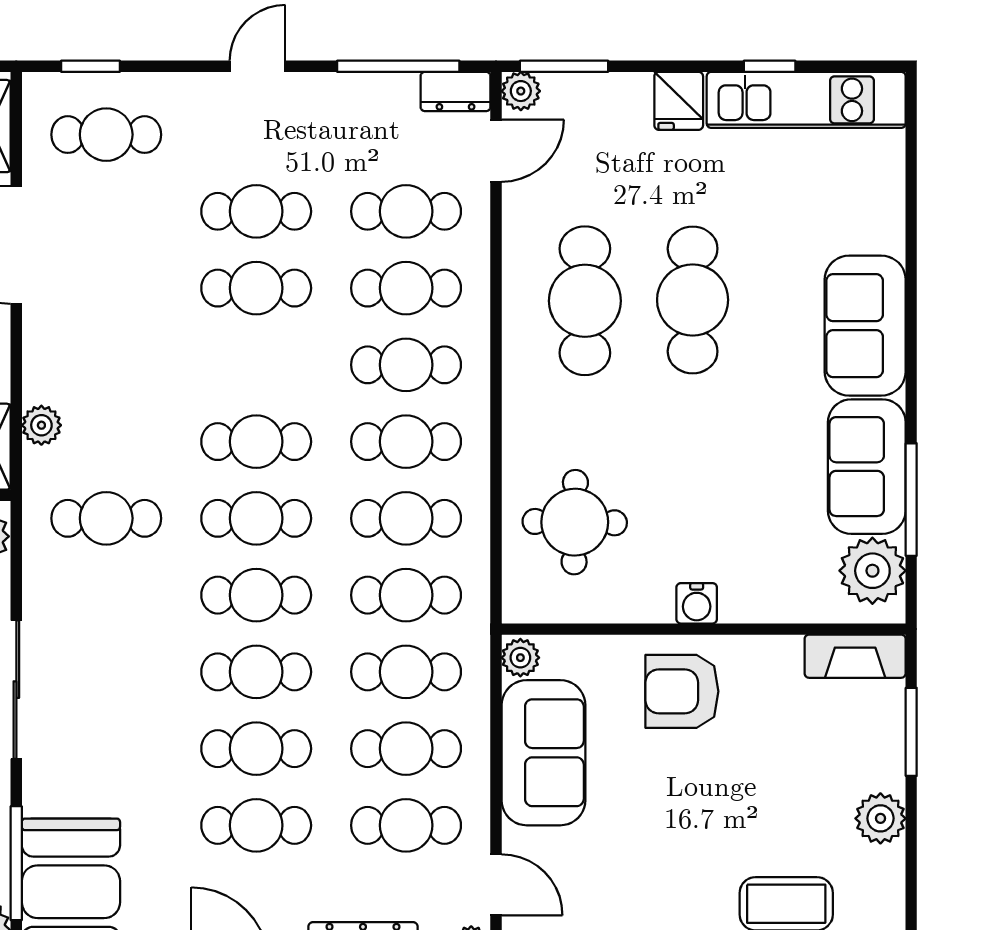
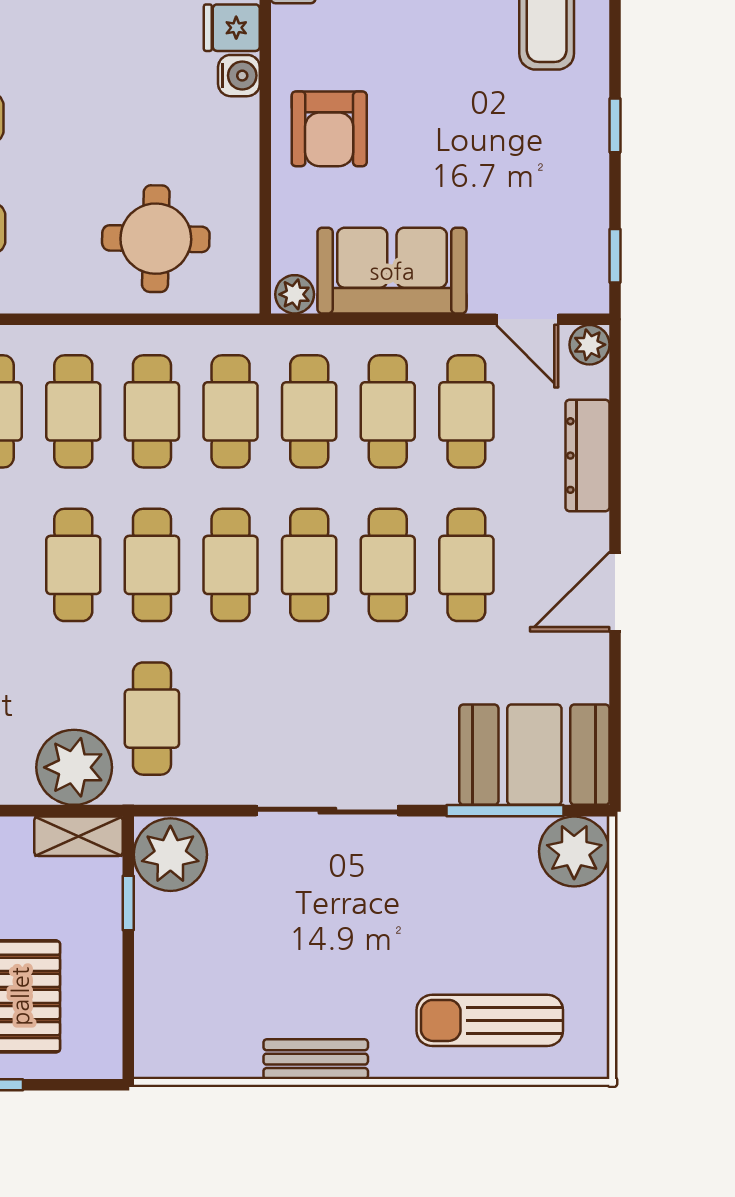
plant: (41, 425) -> (74, 767), width x1.87, depth x1.87
fridge: (781, 596) -> (232, 28), added
water cooler: (697, 603) -> (239, 76), moved
door: (496, 885) -> (527, 319), swing flipped

